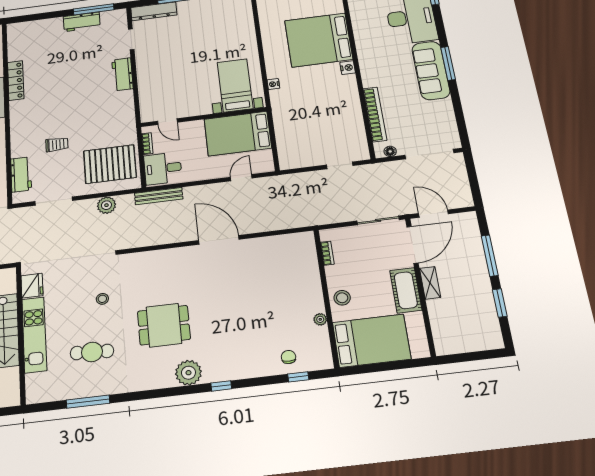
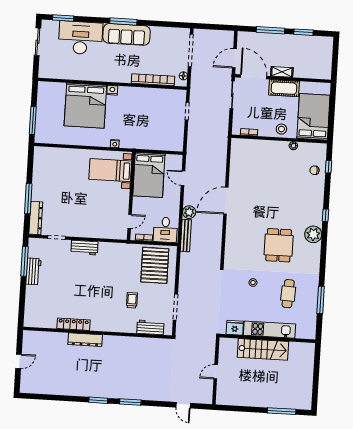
plant: (106, 205) -> (189, 212), moved

